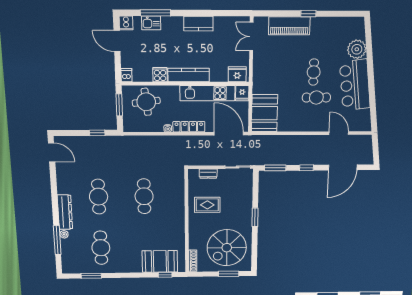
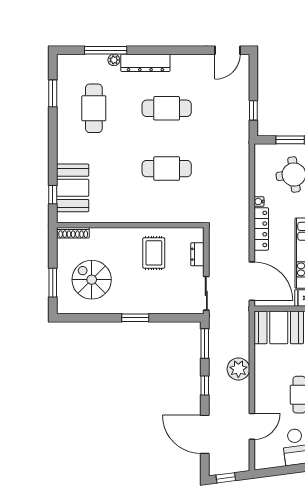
door: (229, 134) -> (252, 281), hinge flipped
plant: (295, 143) -> (238, 369), added
window: (376, 152) -> (226, 478), added
cafe table: (101, 248) -> (94, 108), turned 90
spiral stairs: (227, 248) -> (92, 280), width x0.73, depth x0.73

